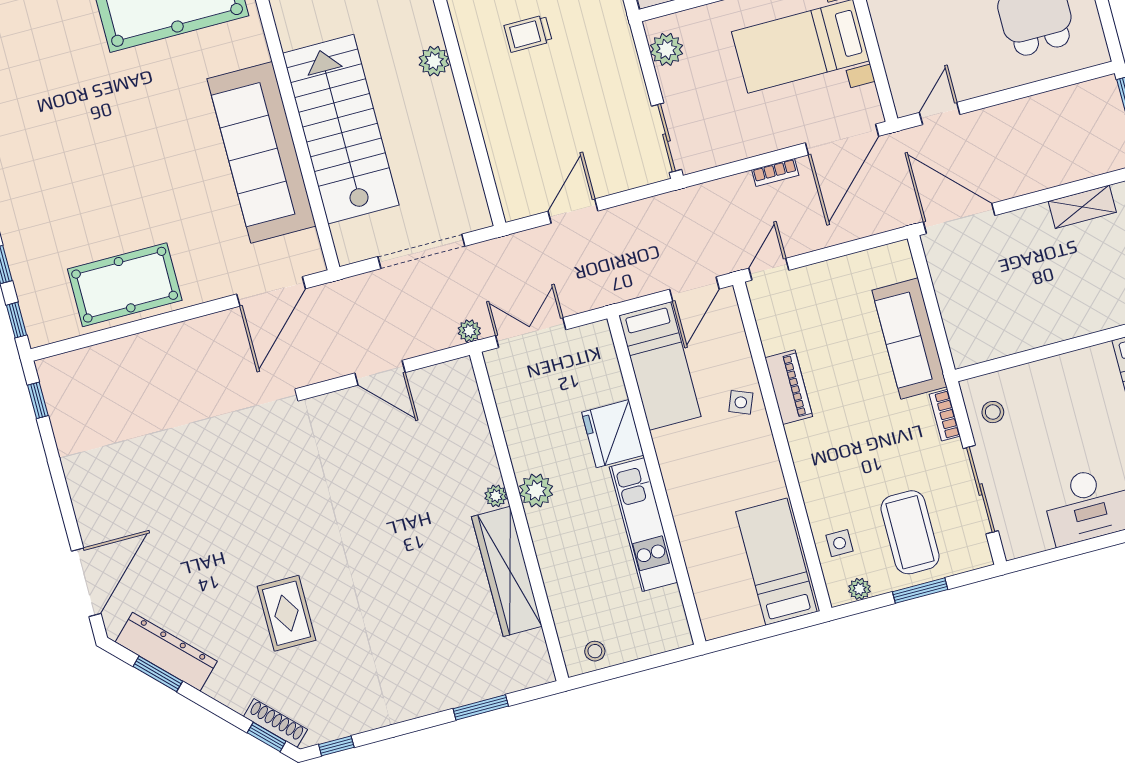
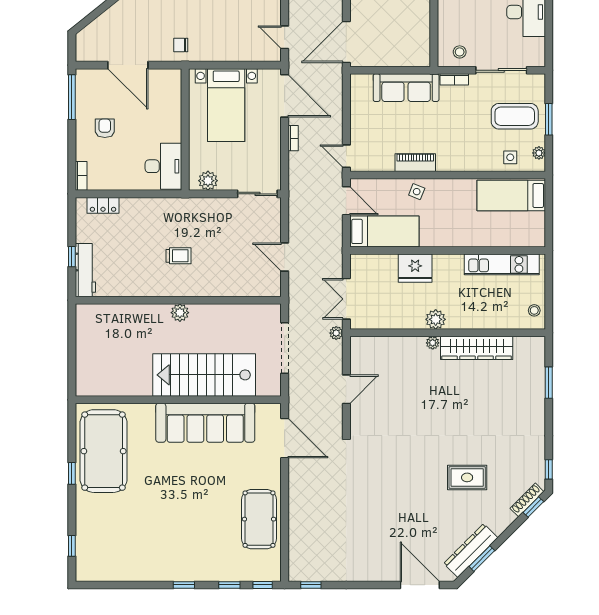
trolley: (528, 33) -> (178, 256), turned -90
kitchen unit: (643, 525) -> (502, 264), moved

